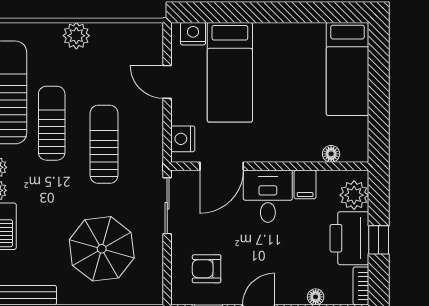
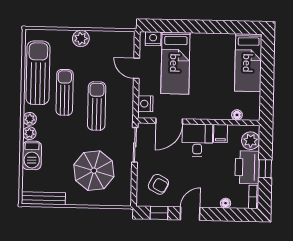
armchair: (207, 269) -> (158, 184), turned -152

